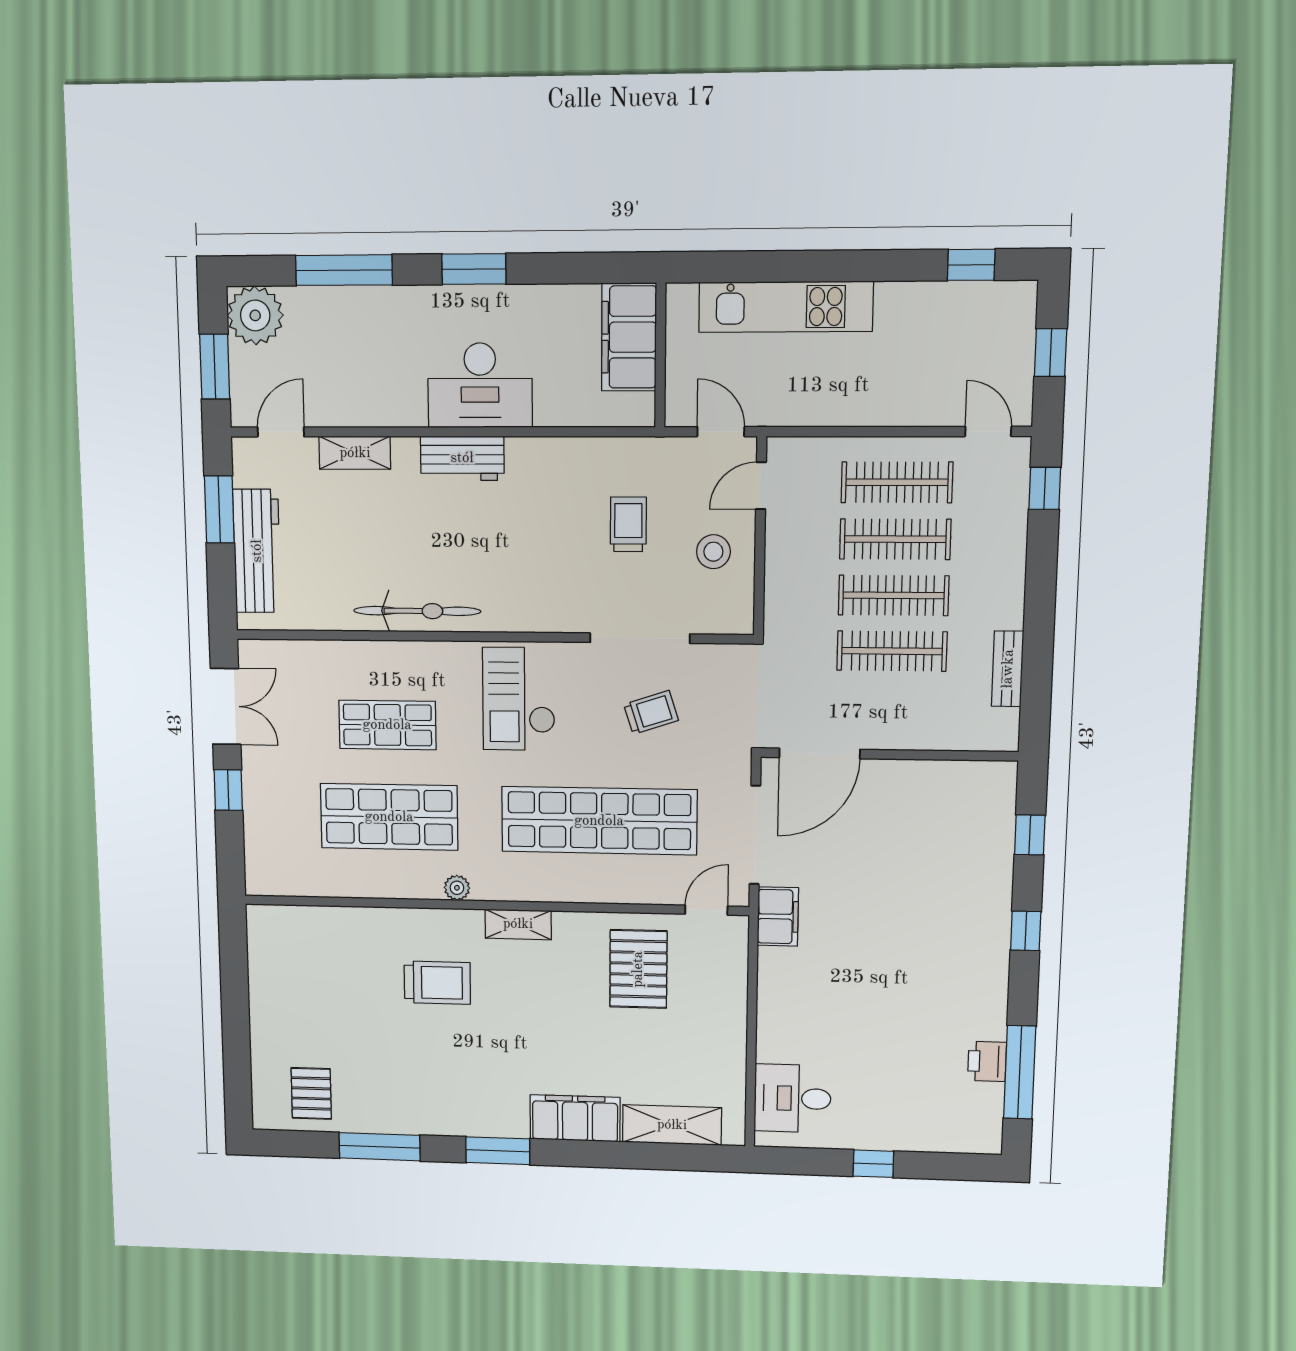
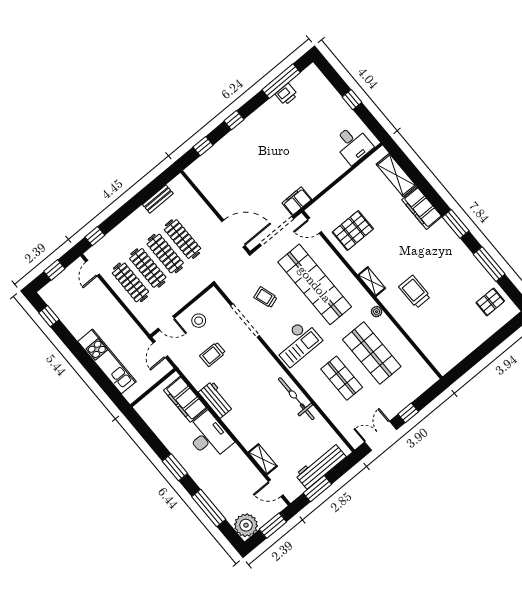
filing cabinet: (629, 337) -> (185, 399), moved, turned 90
workbench: (462, 458) -> (216, 400), moved

